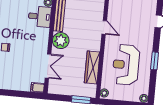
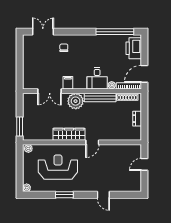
wardrobe: (92, 67) -> (69, 134), moved
filing cabinet: (38, 88) -> (68, 83), moved

